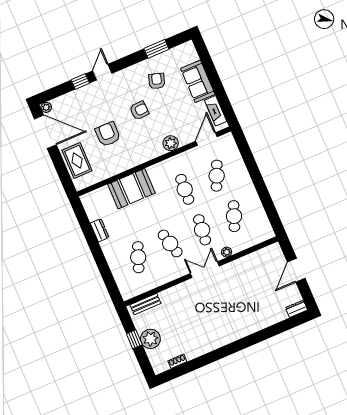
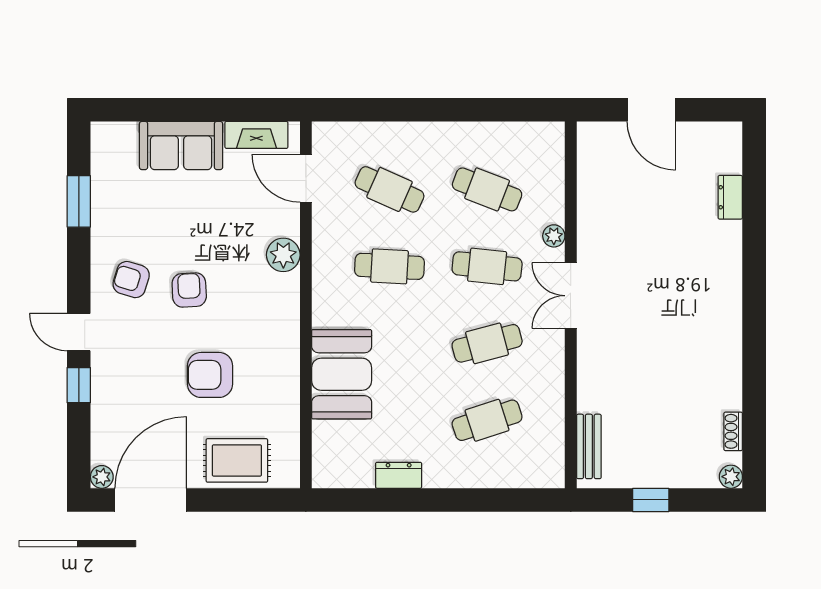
armchair: (157, 81) -> (131, 280), moved
cafe table: (138, 257) -> (487, 420), turned -39
dresser: (296, 309) -> (730, 197), moved
plant: (150, 339) -> (731, 477), moved, width x0.53, depth x0.53

